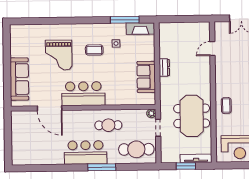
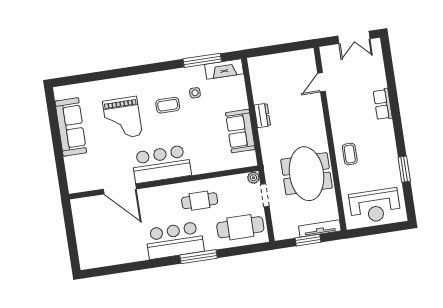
sofa: (19, 79) -> (71, 127), moved

